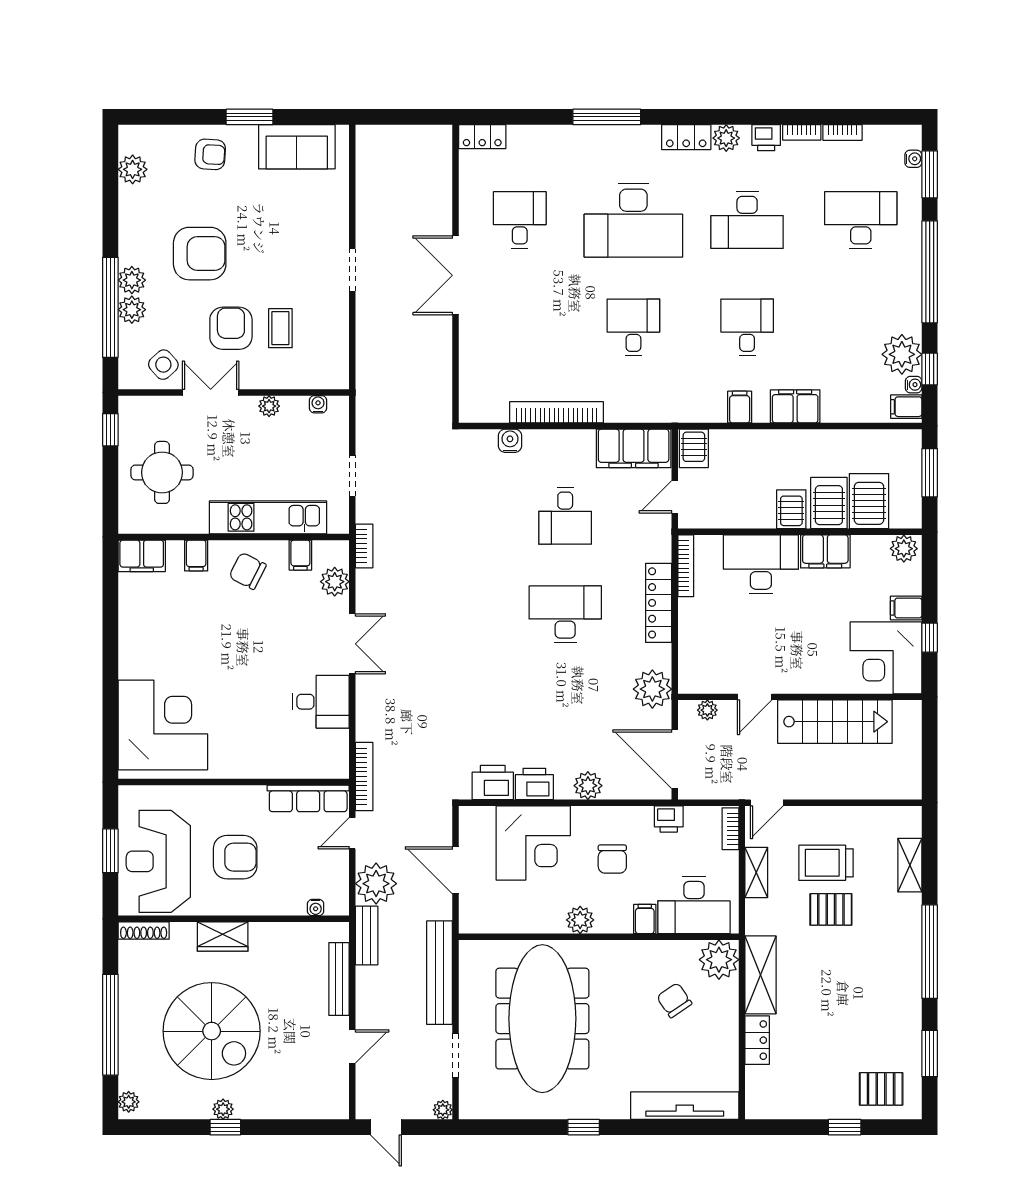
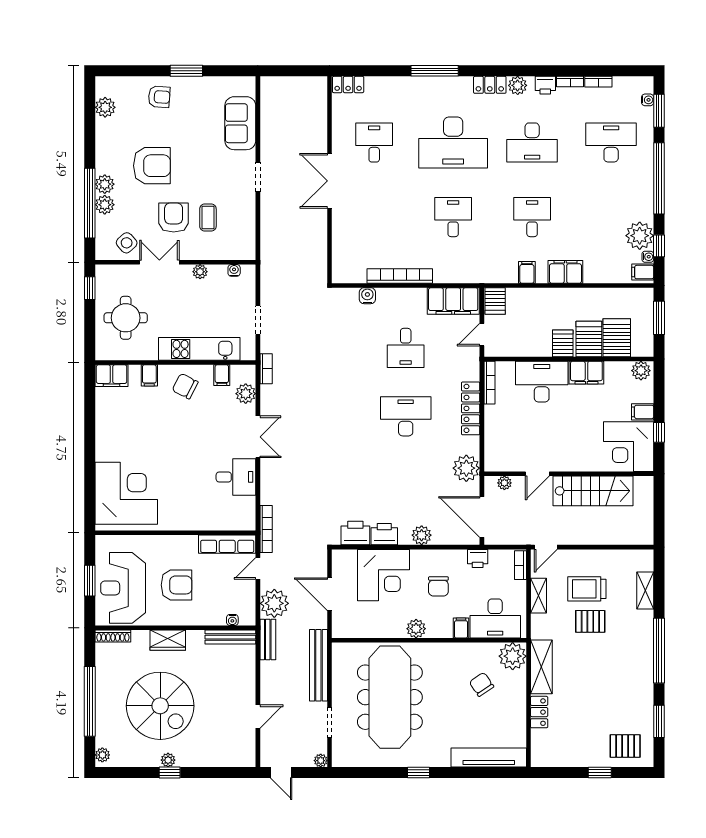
sofa: (297, 147) -> (240, 123), moved, turned 90
bench: (339, 979) -> (230, 637), moved, turned 90

